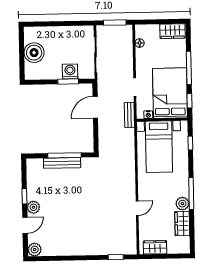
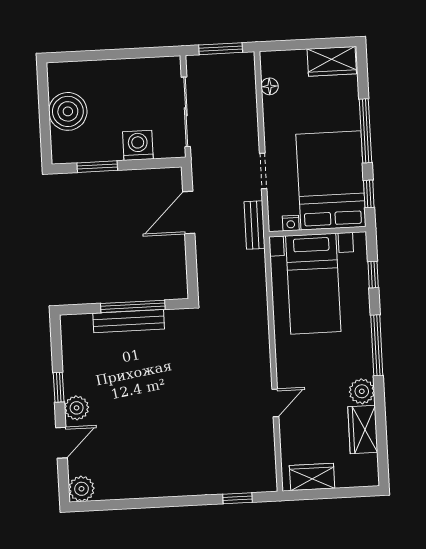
window: (68, 81) -> (97, 167), moved
window: (191, 193) -> (377, 345), moved

